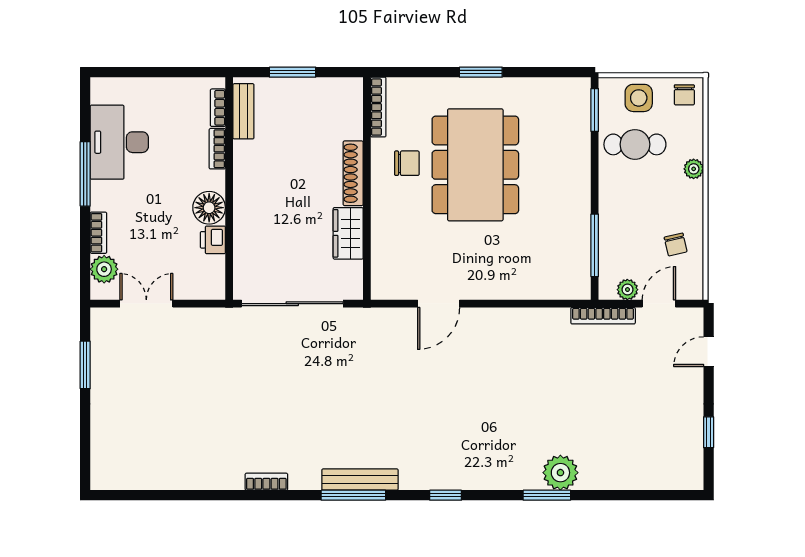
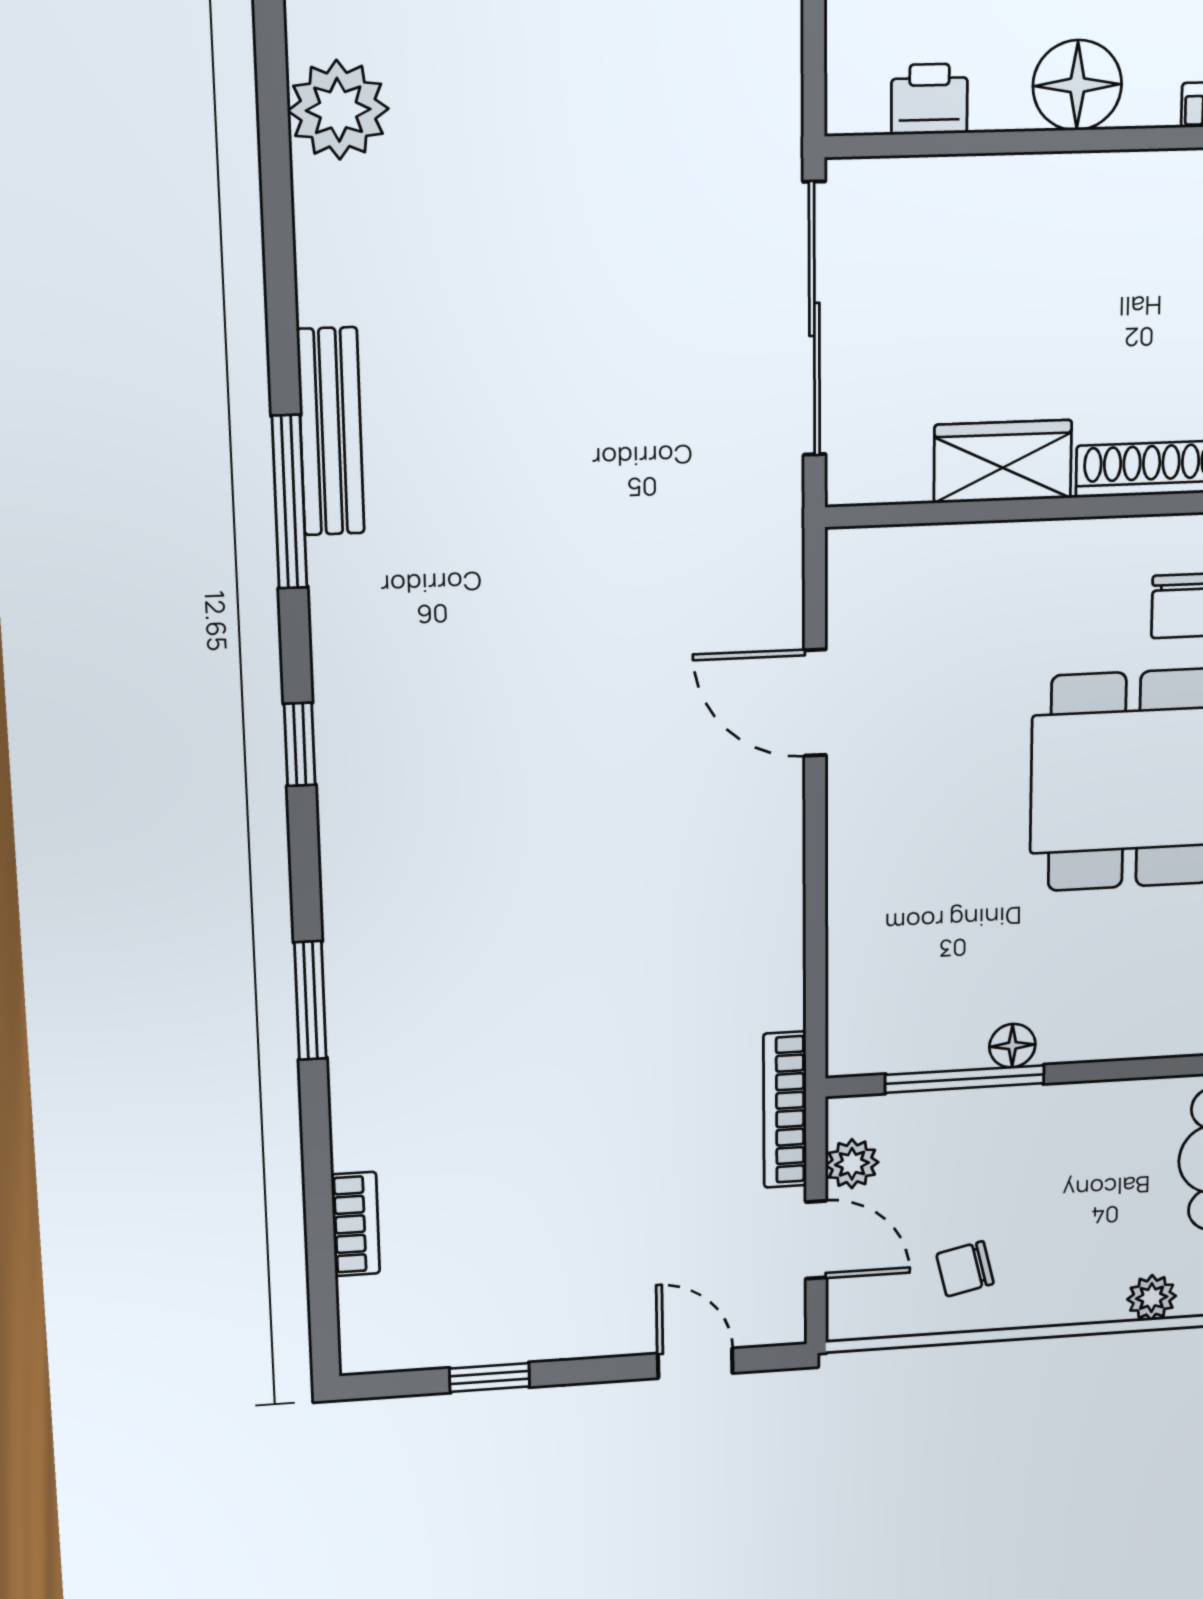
floor lamp: (582, 227) -> (1012, 1046), added
printer: (213, 240) -> (929, 99), moved
plant: (560, 473) -> (338, 110), moved
bench: (360, 480) -> (331, 432), moved
bookcase: (266, 482) -> (355, 1224), moved

